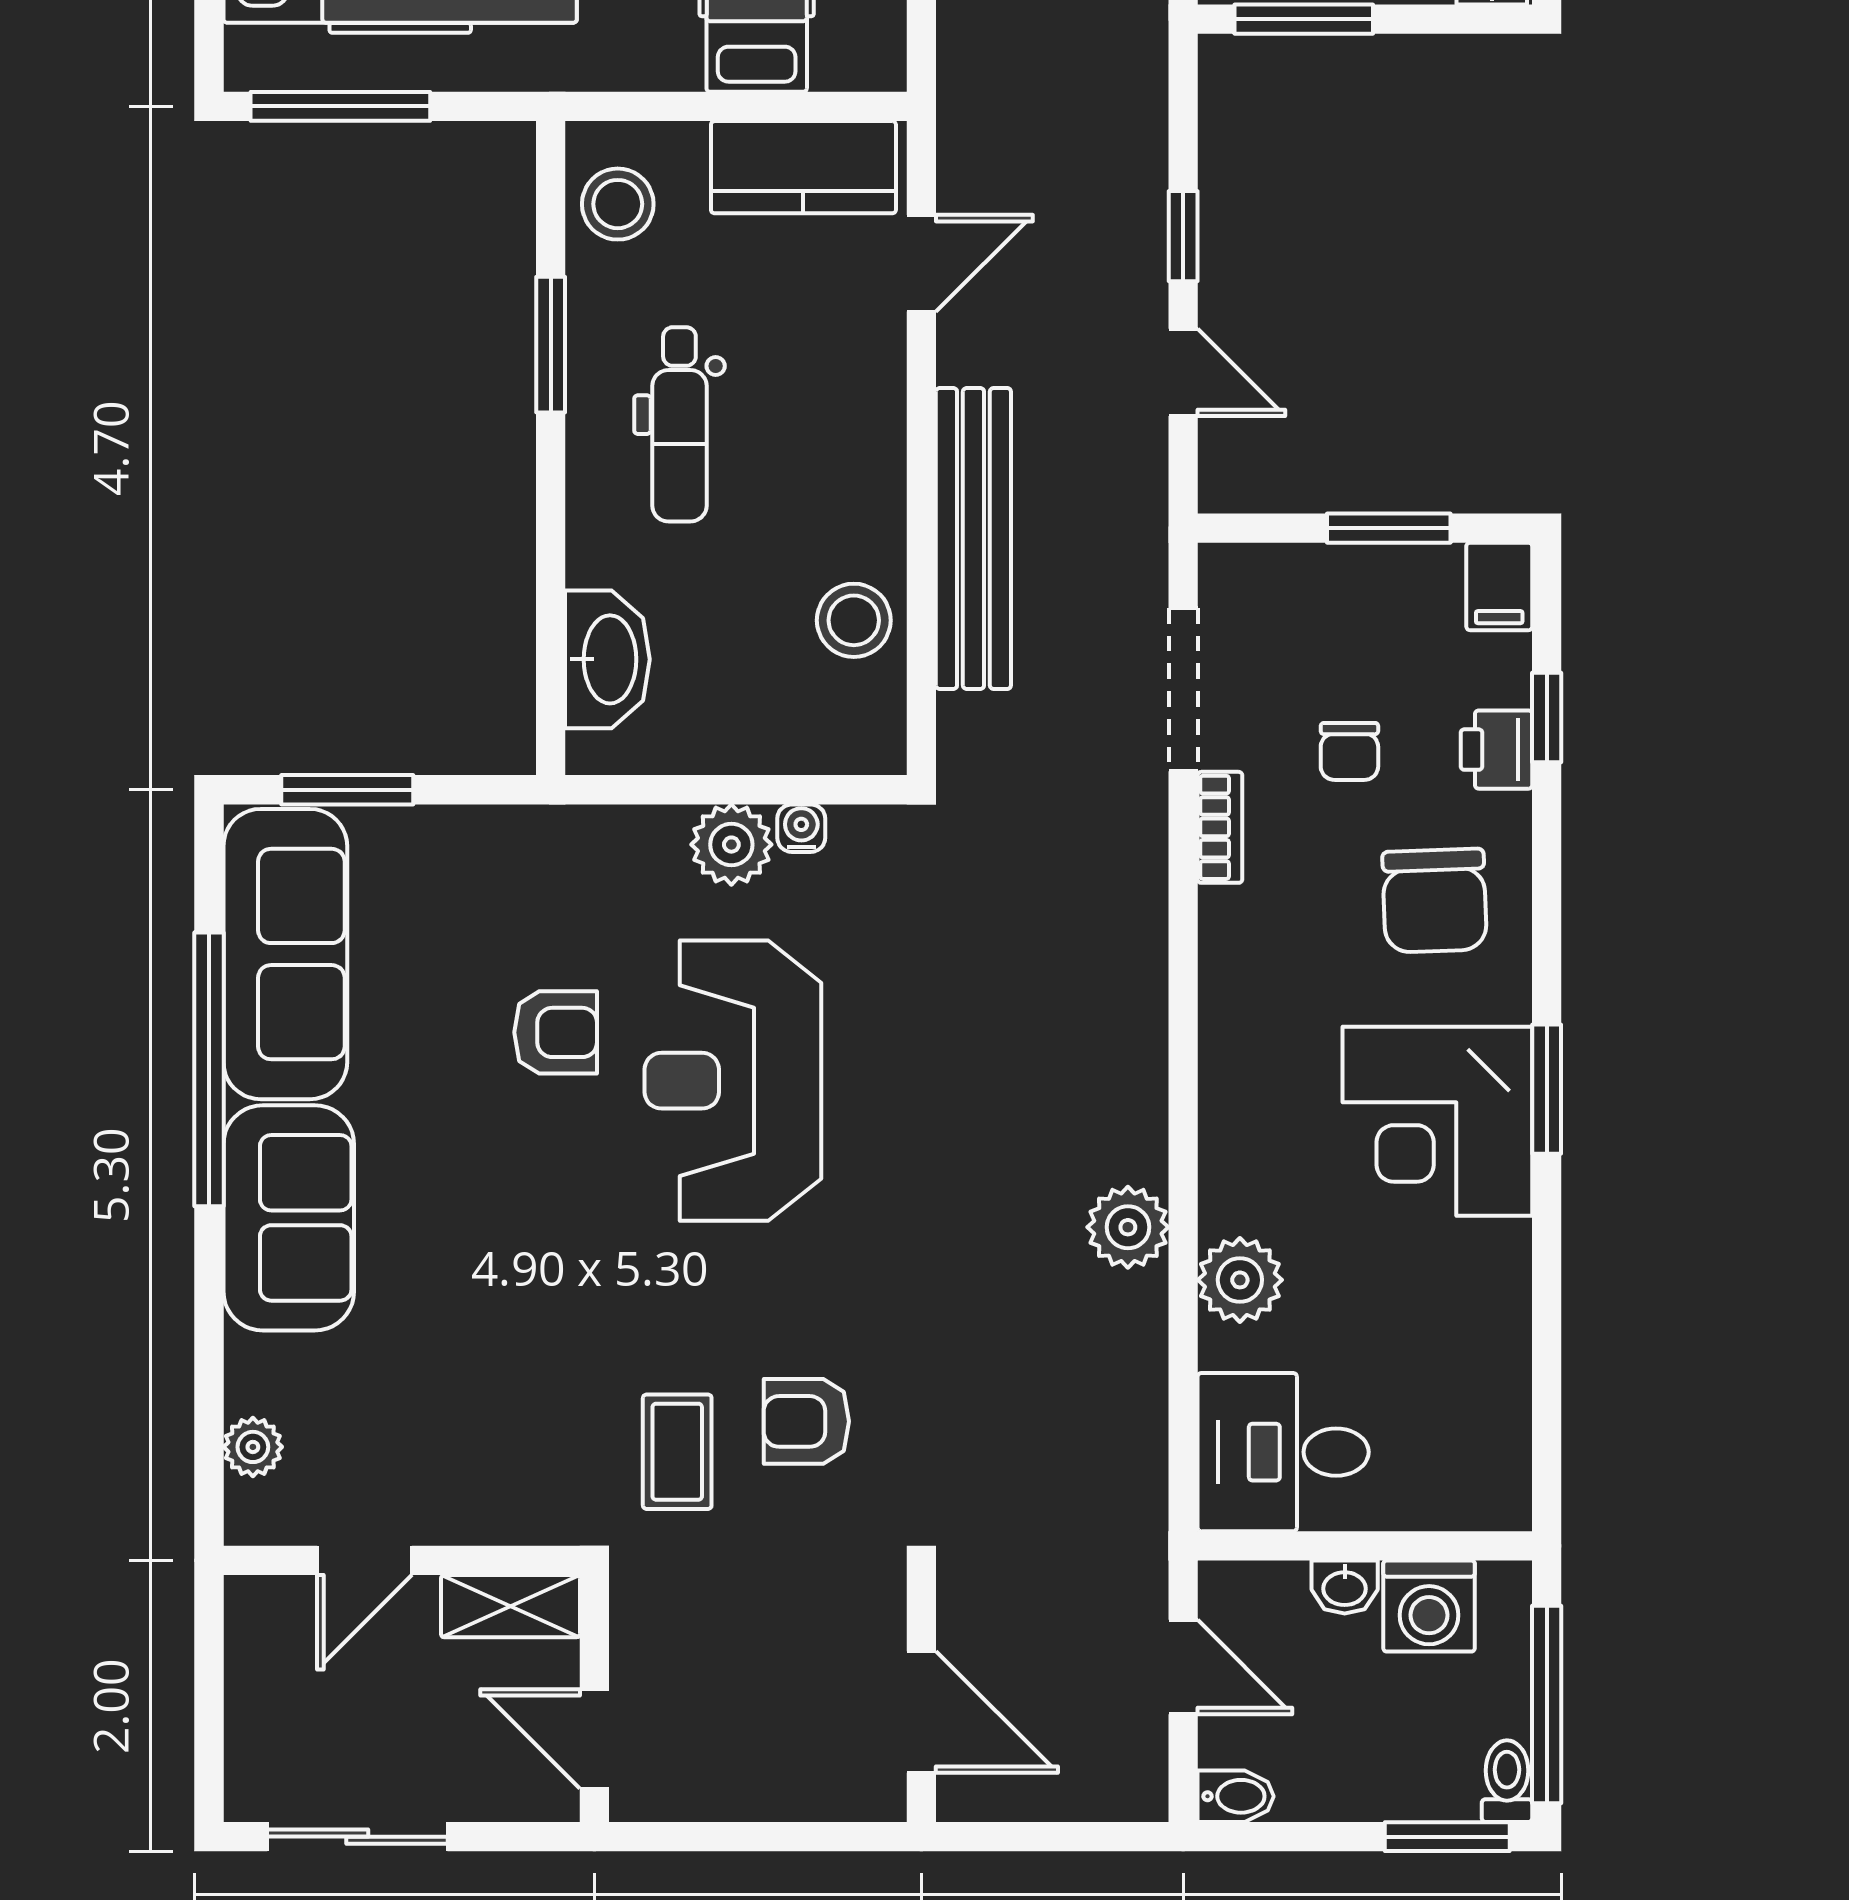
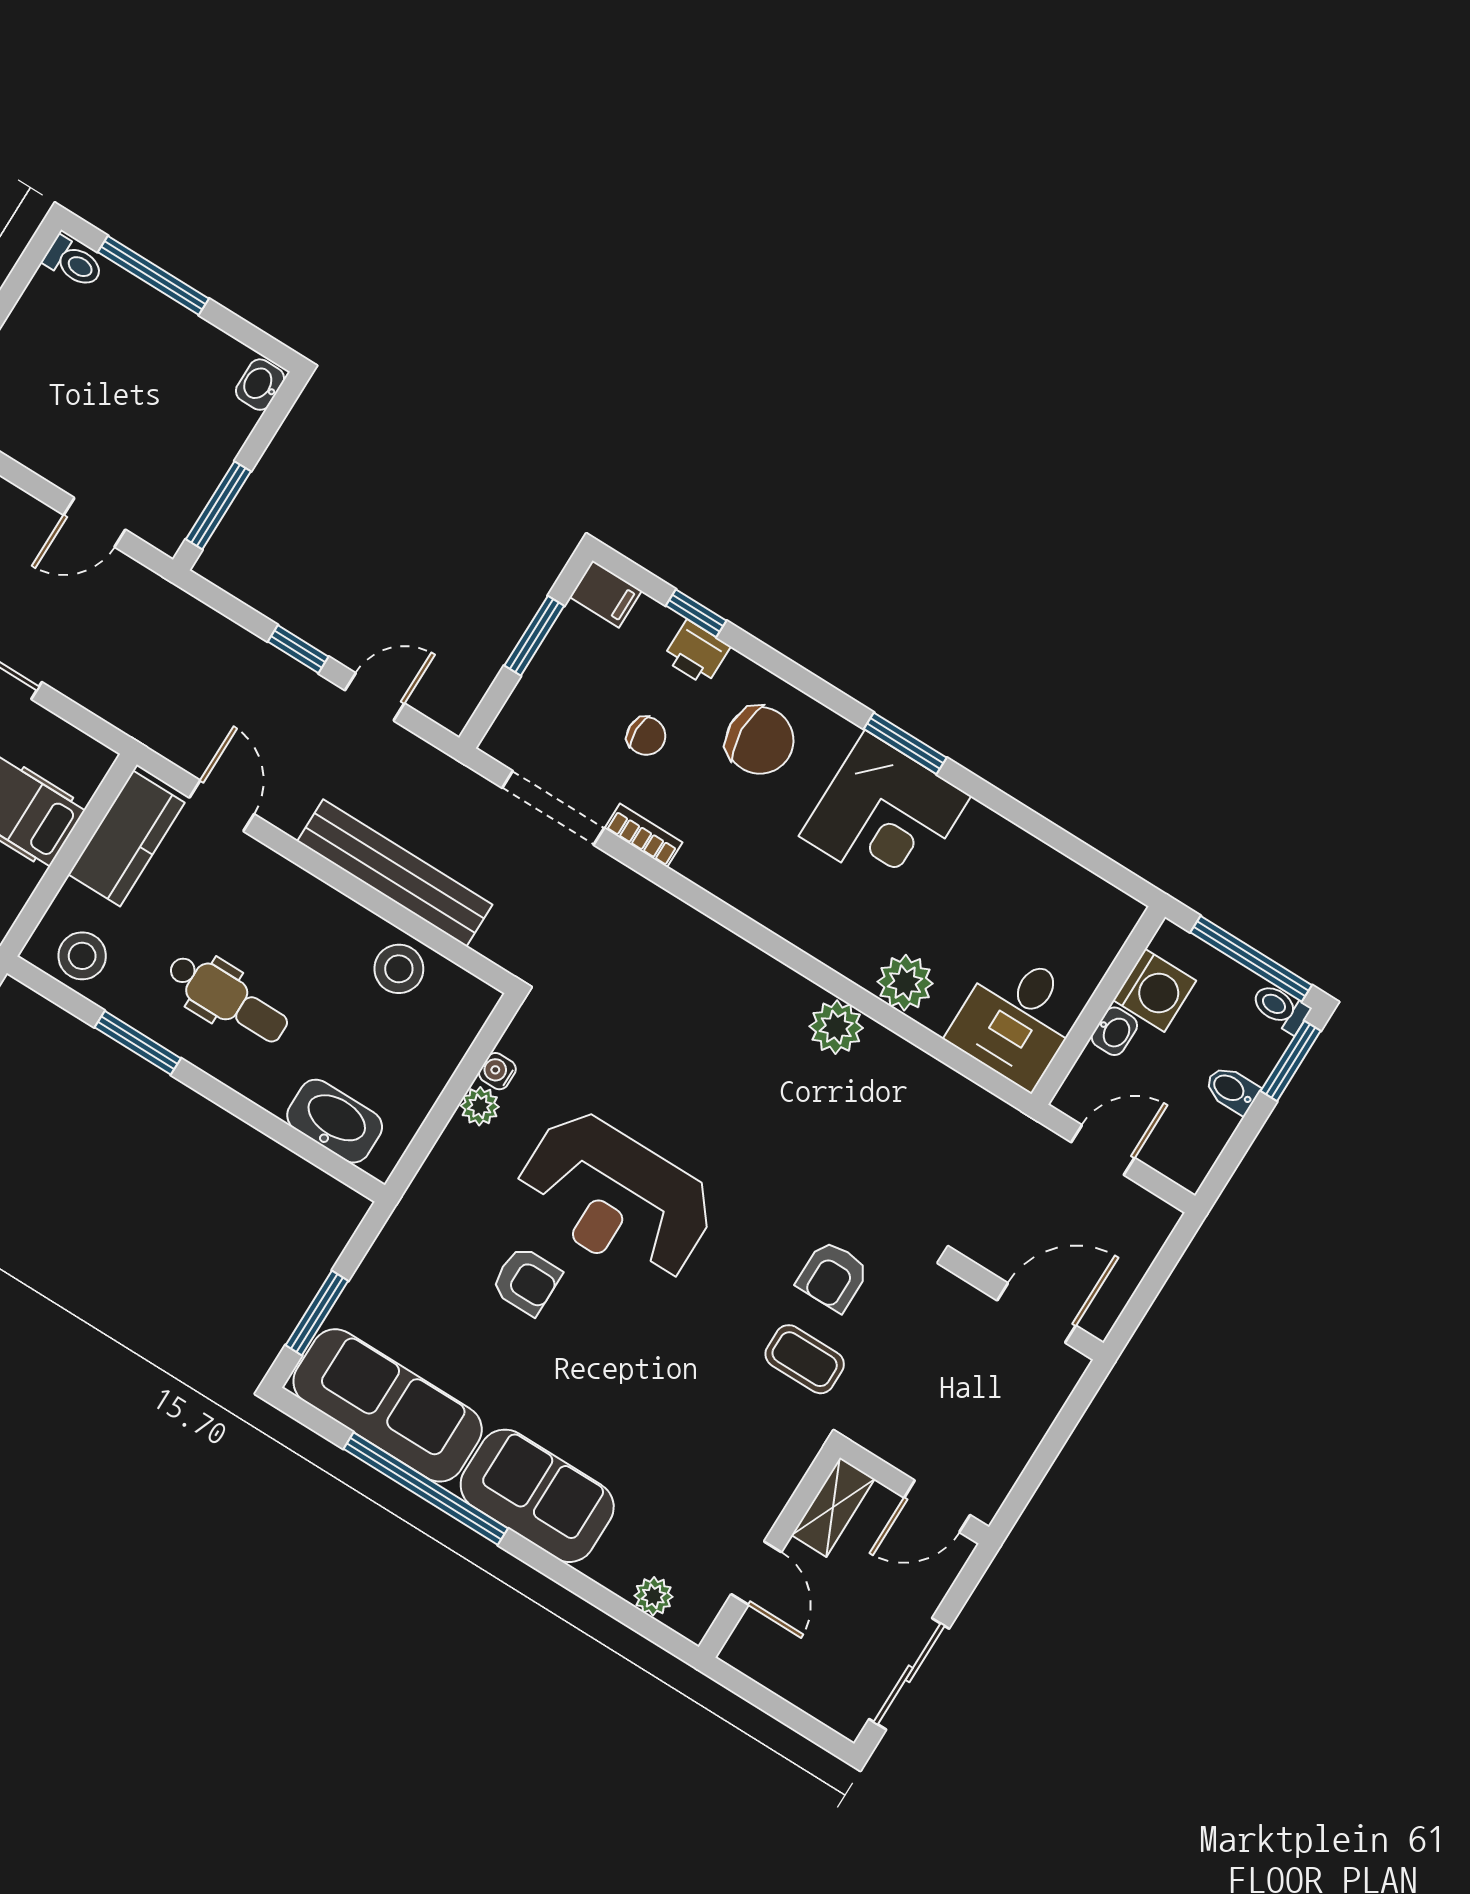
plant: (731, 845) -> (480, 1106), width x0.73, depth x0.73
armchair: (556, 1032) -> (526, 1281), turned 90
bidet: (1236, 1796) -> (1232, 1090), moved, turned -90

